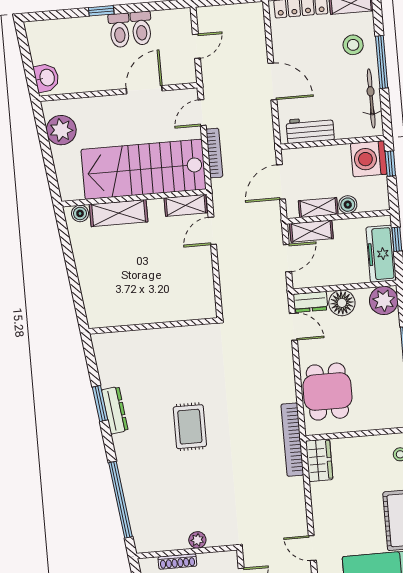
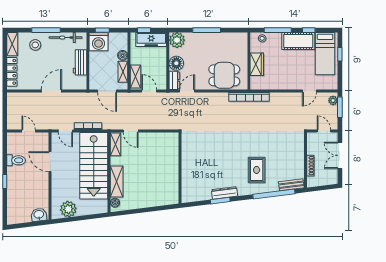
toilet: (119, 30) -> (16, 172), removed
workbench: (310, 130) -> (80, 62), moved
rug: (190, 427) -> (257, 170), moved, turned 90
wardrobe: (319, 460) -> (257, 64), moved, turned 90
bench: (140, 530) -> (291, 185), added
plant: (197, 540) -> (300, 154), removed

